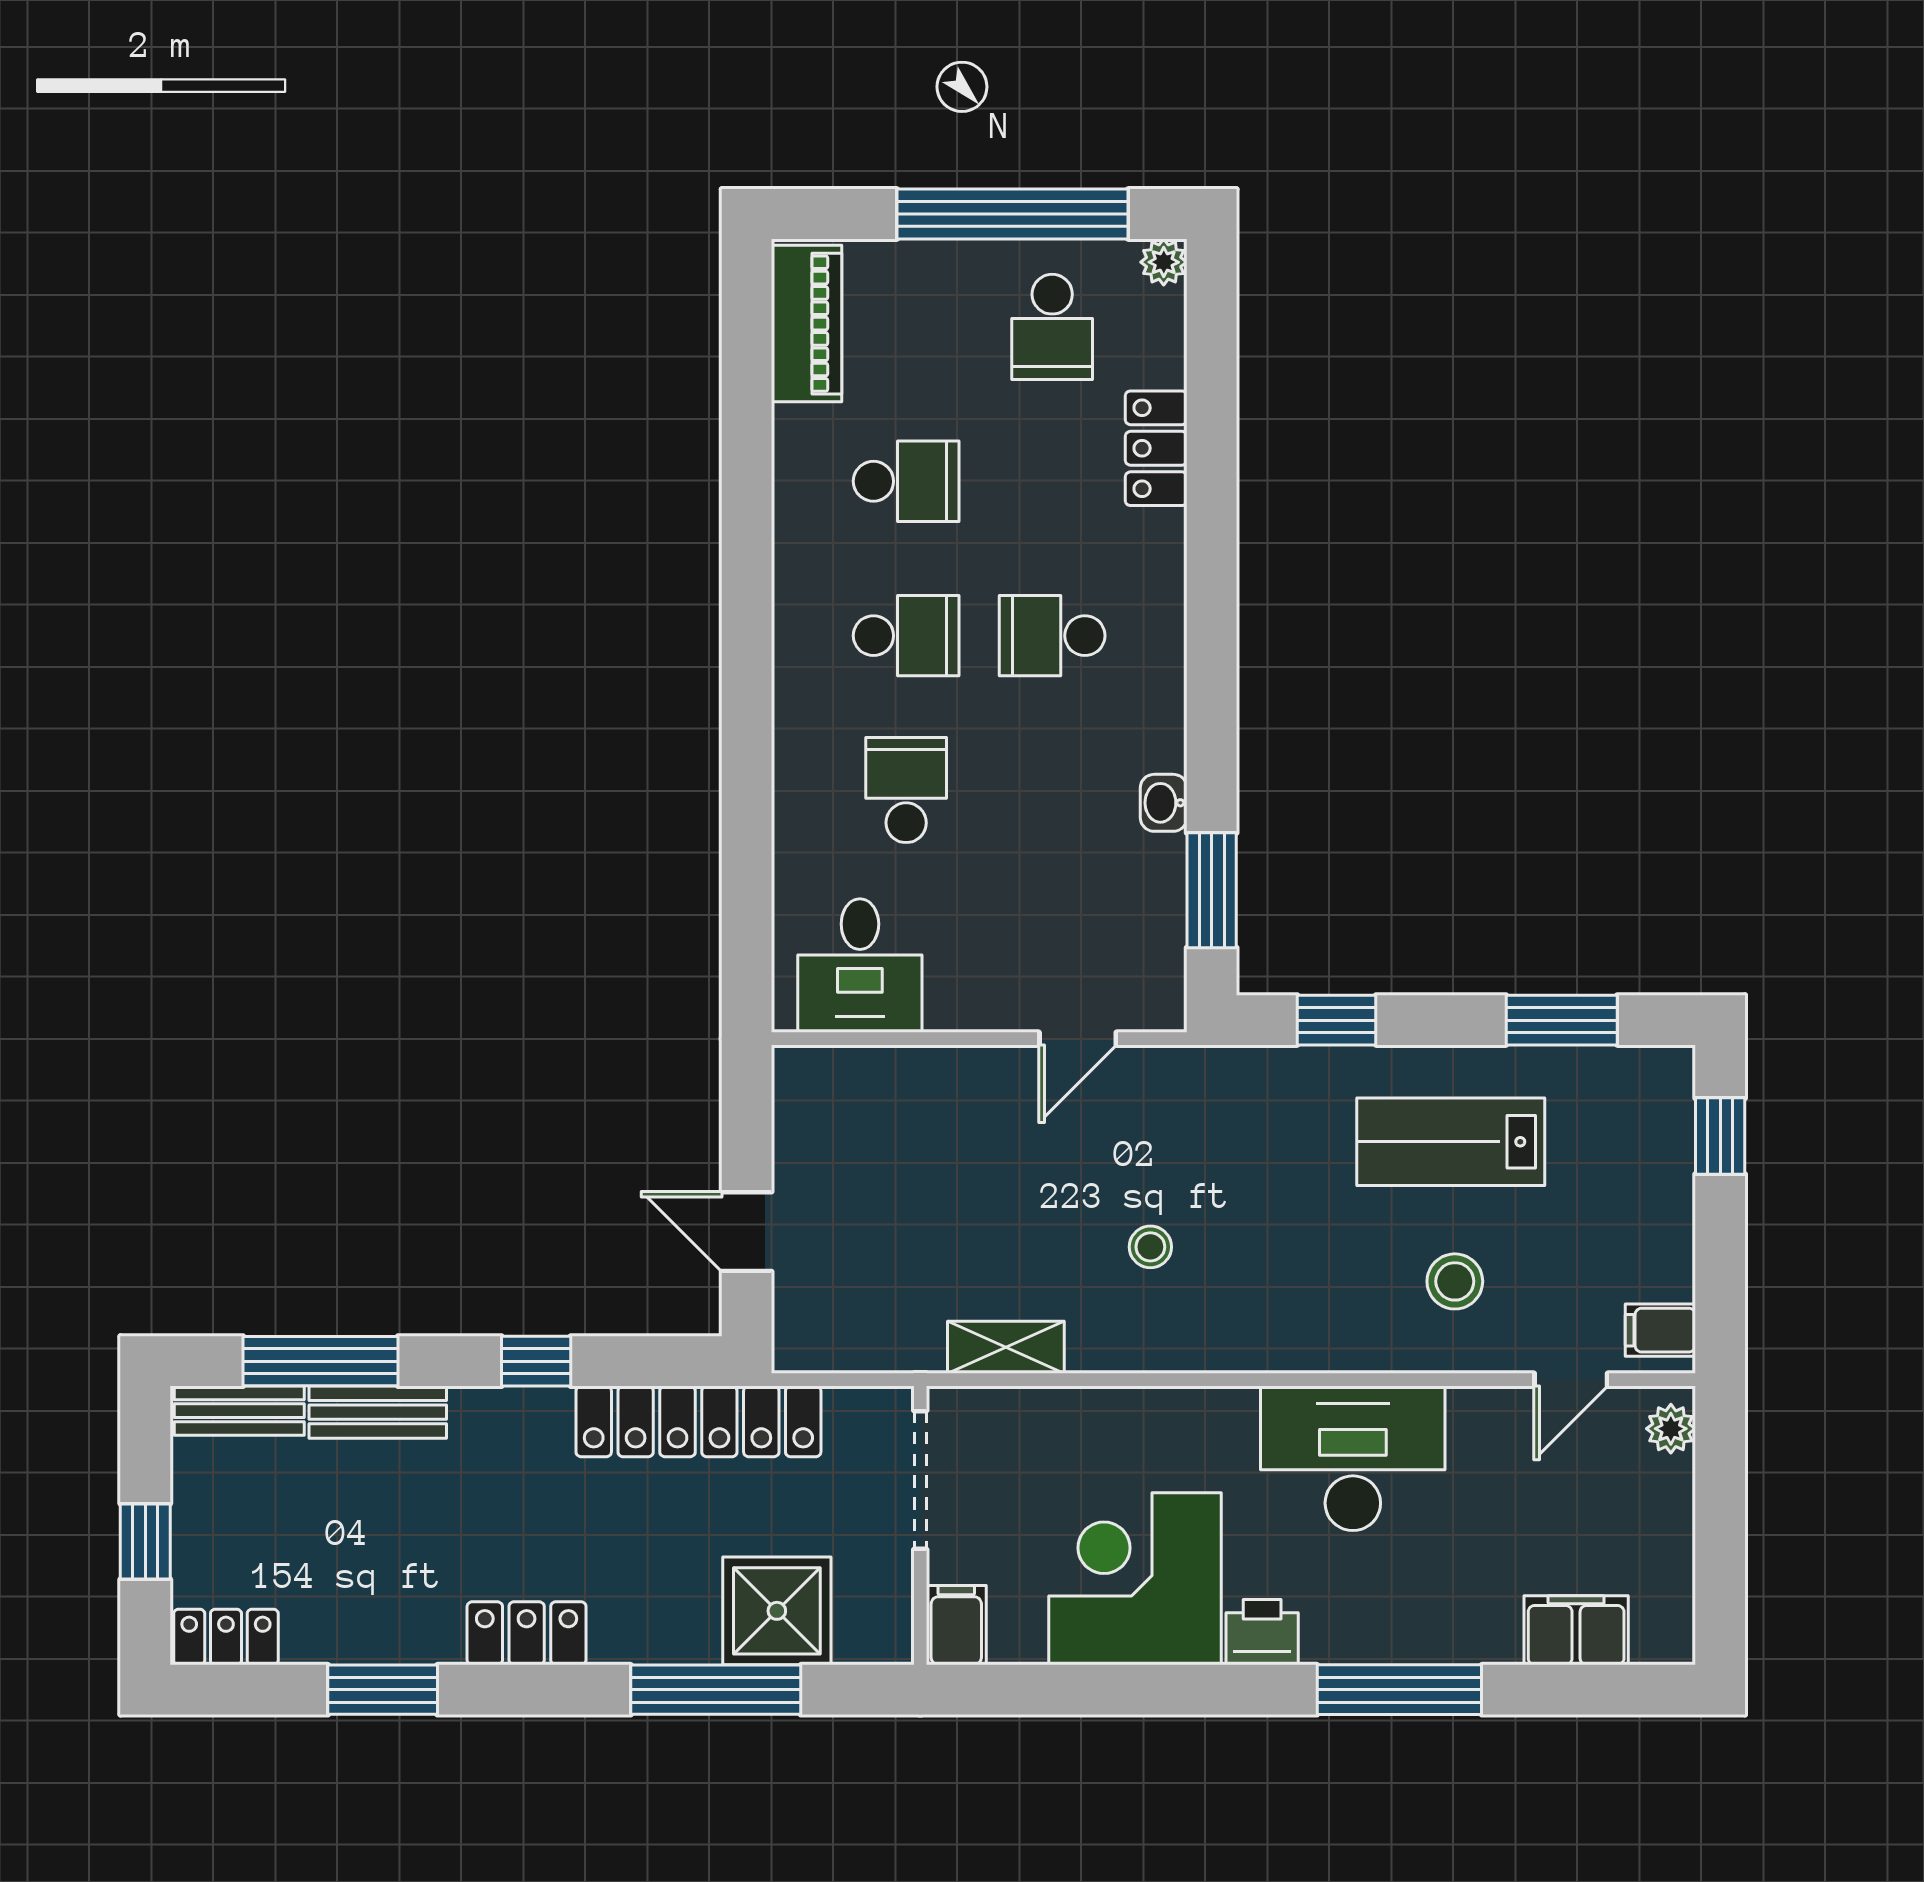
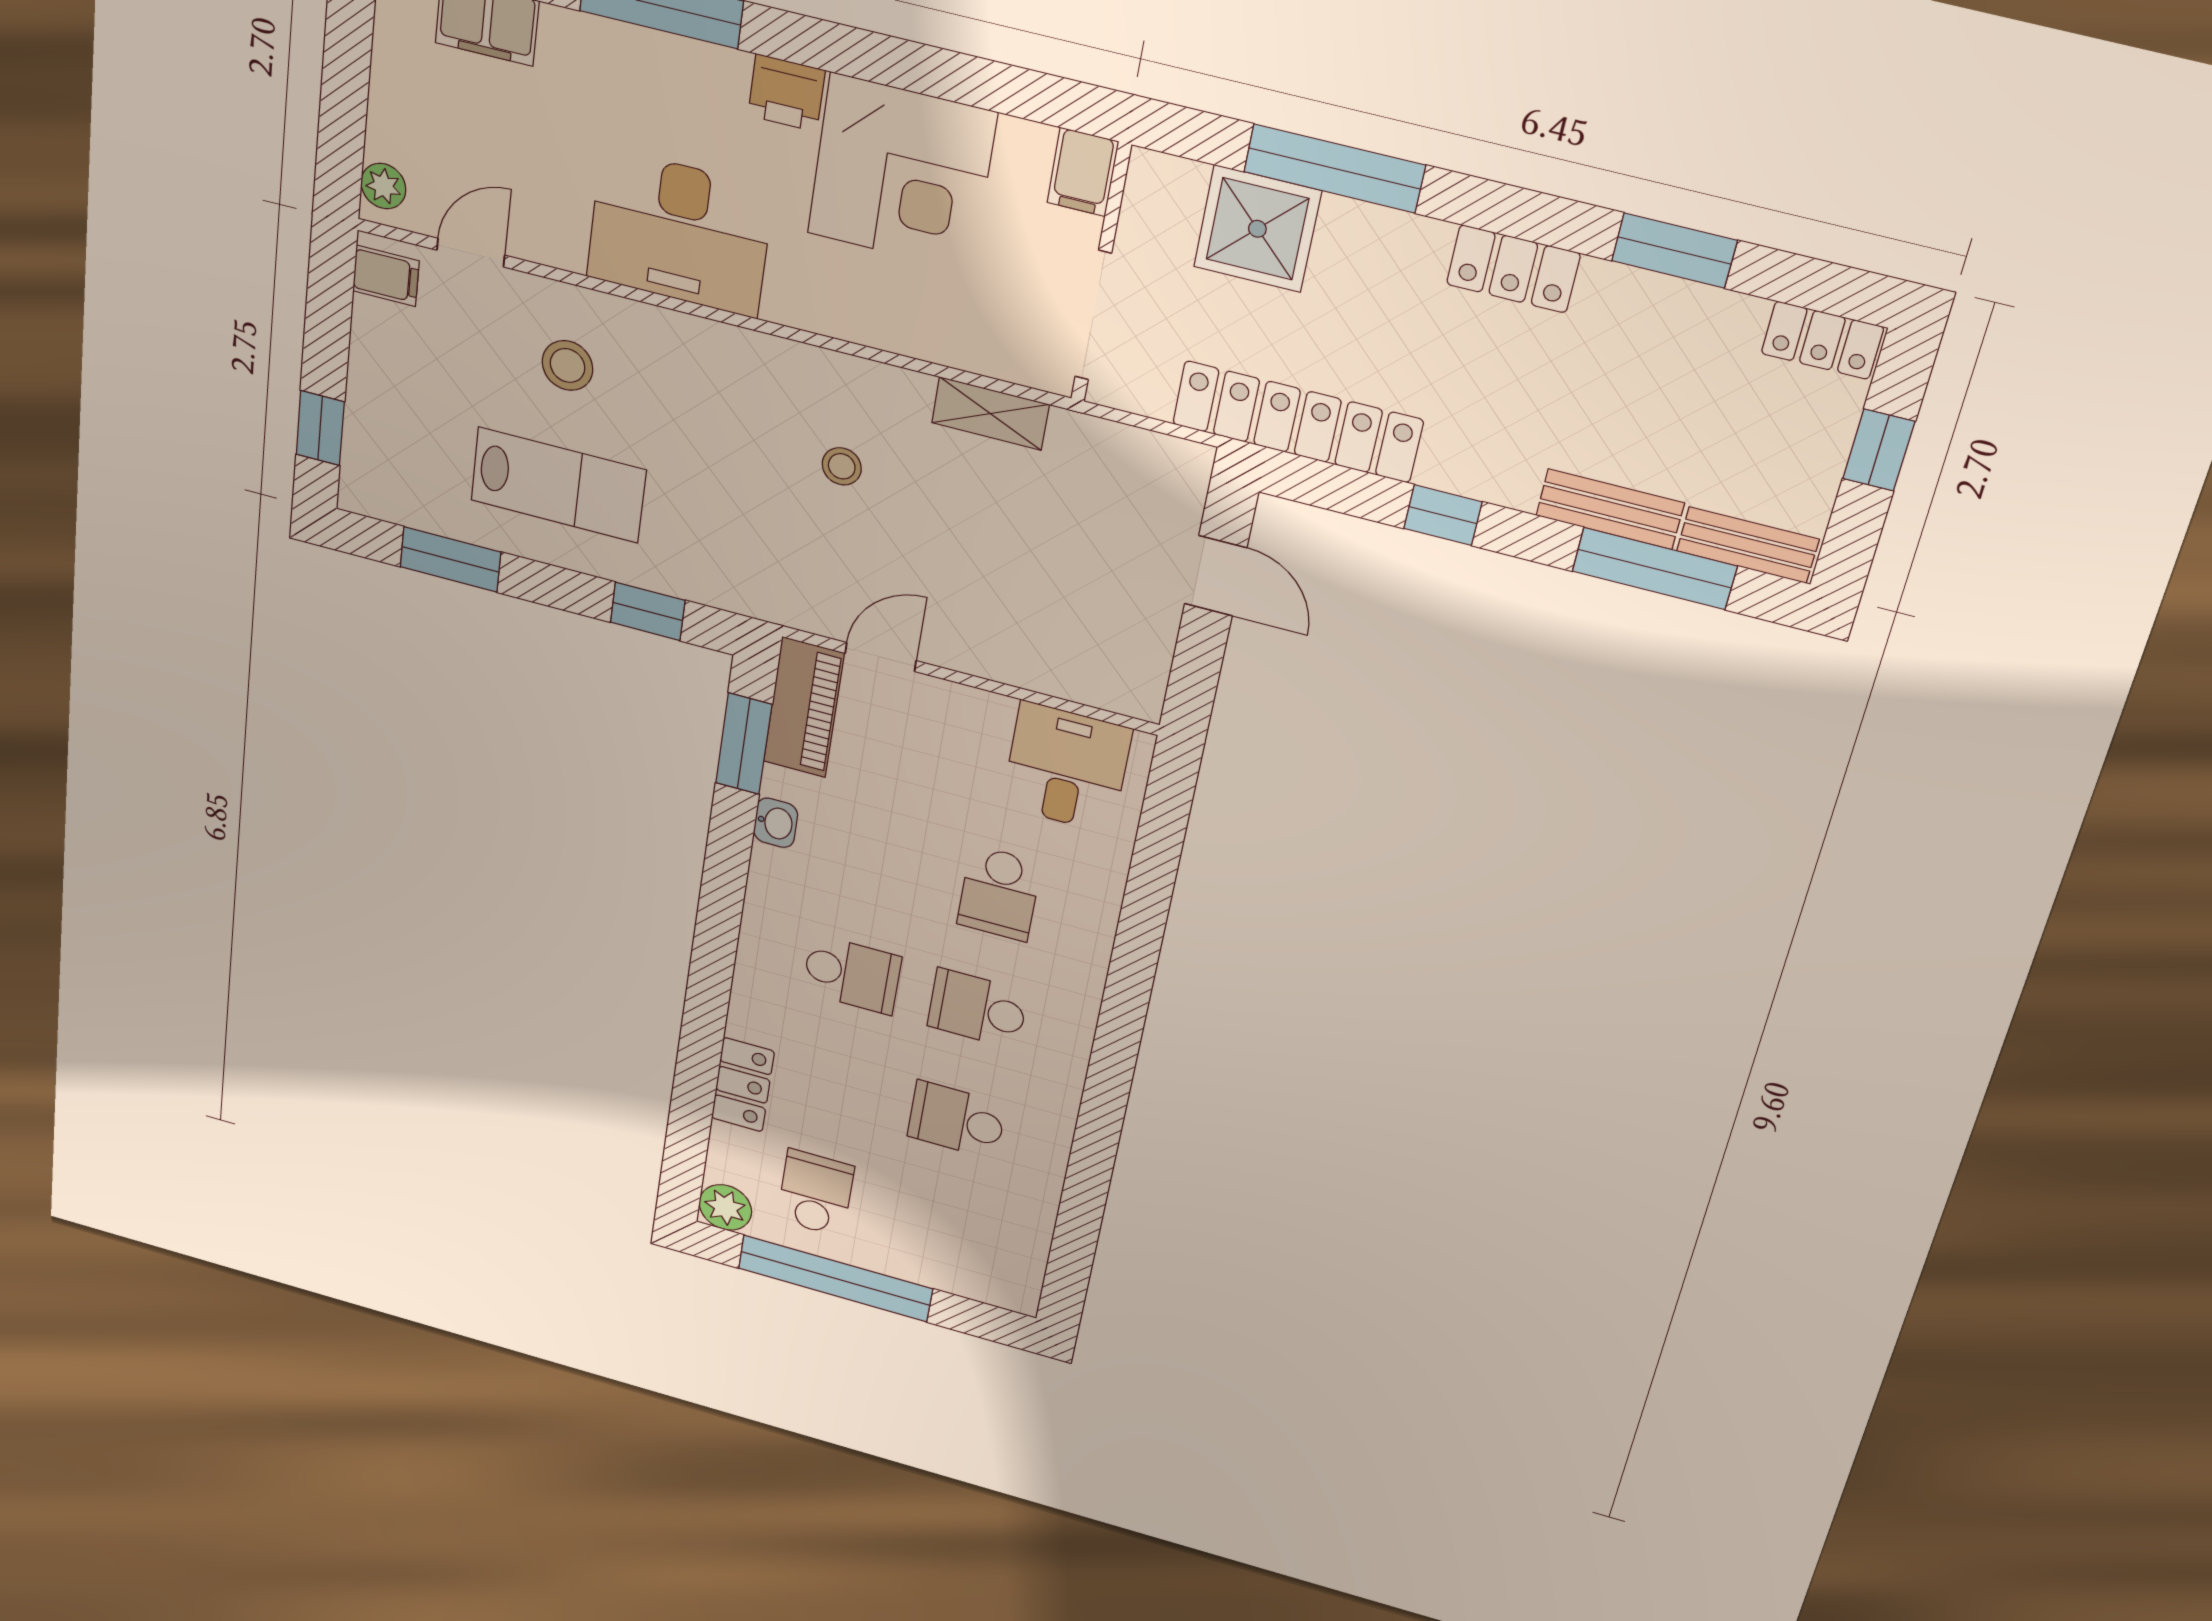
plant: (1164, 262) -> (725, 1207), width x1.38, depth x1.38
piano: (806, 324) -> (804, 707), moved, turned 180

